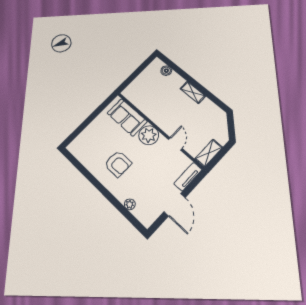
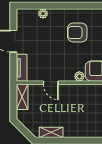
shelving: (193, 92) -> (51, 132), moved
plant: (149, 135) -> (79, 76), width x0.53, depth x0.53

